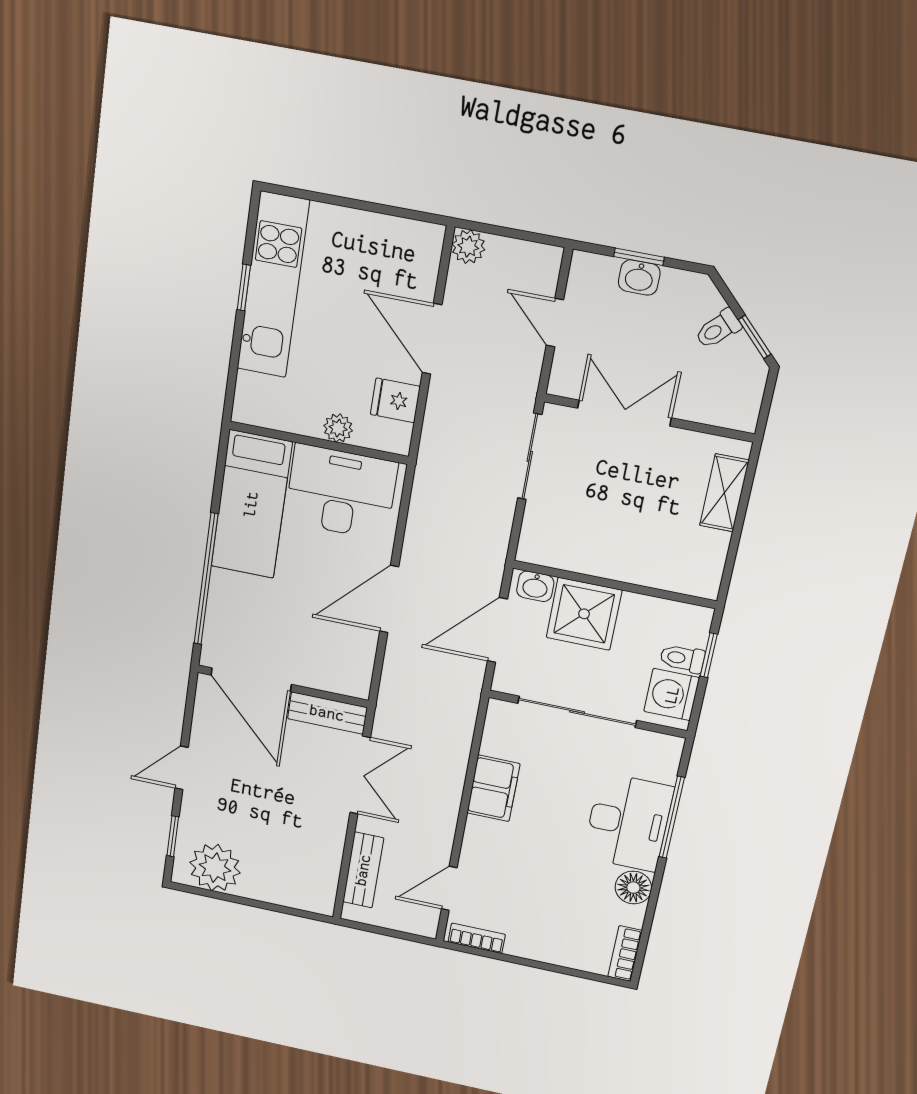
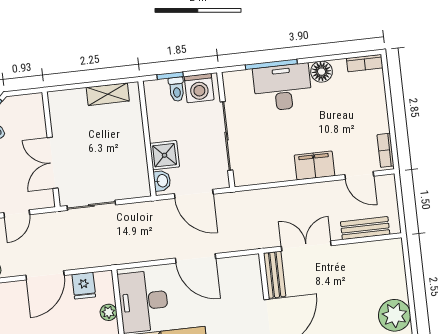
shelving: (724, 493) -> (108, 94), moved
shower: (584, 614) -> (165, 155), width x0.73, depth x0.73
filing cabinet: (493, 788) -> (314, 165), moved

